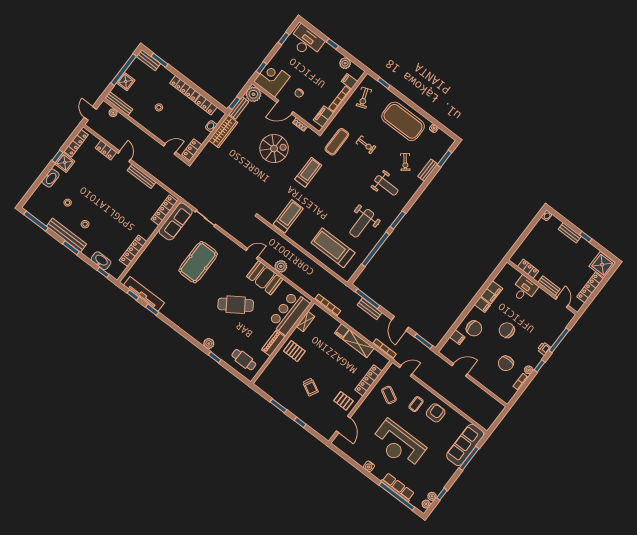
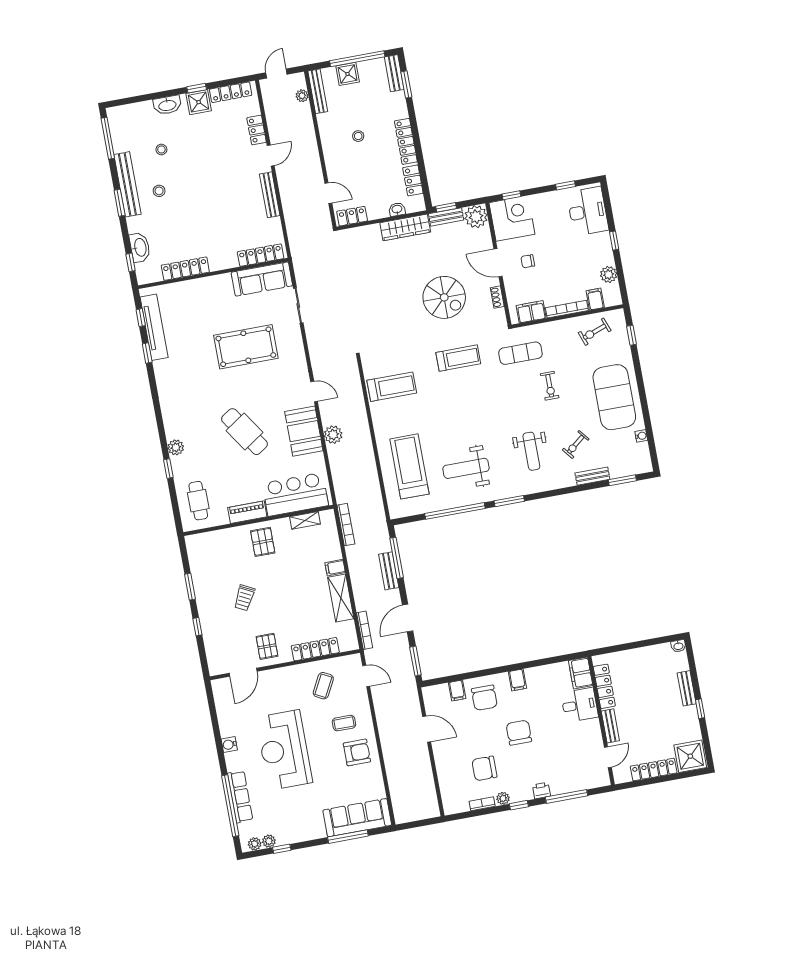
locker: (528, 269) -> (604, 686), width x1.53
filing cabinet: (492, 292) -> (581, 673), moved, turned 90

